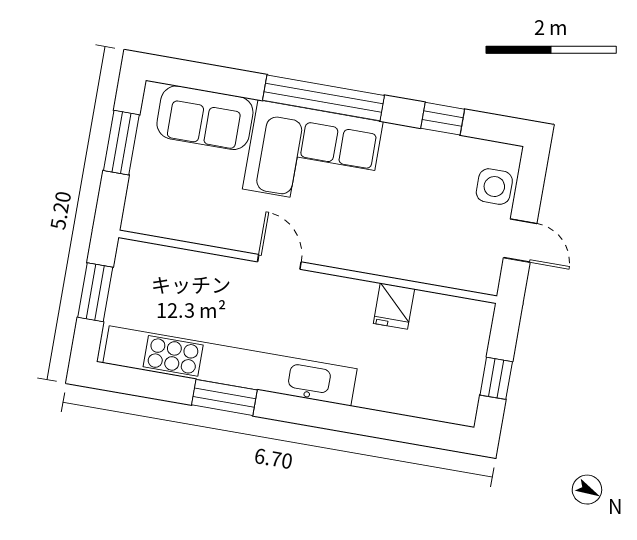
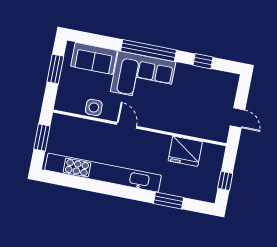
side table: (494, 187) -> (94, 107), moved
fridge: (394, 306) -> (185, 151), width x1.88, depth x1.34
window: (224, 397) -> (169, 200), moved

